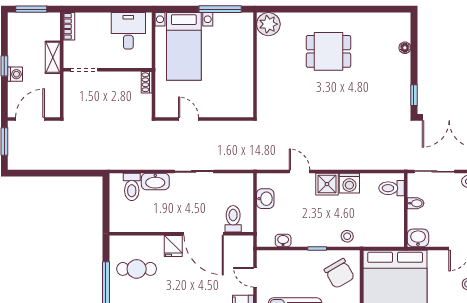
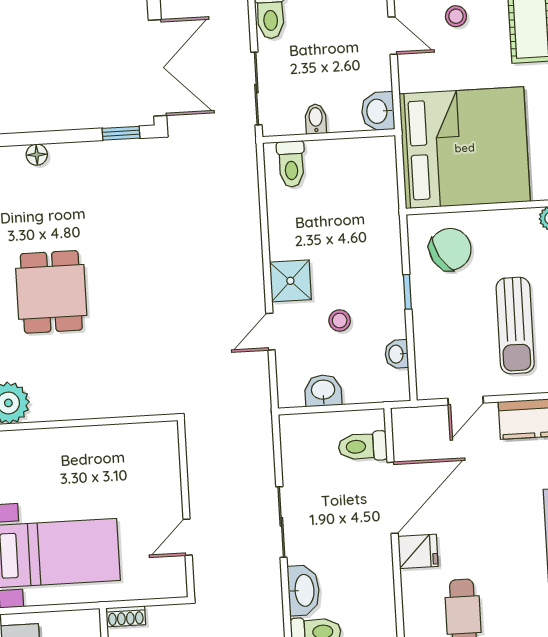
washing machine: (349, 183) -> (286, 241), removed
stool: (347, 236) -> (340, 321), moved

